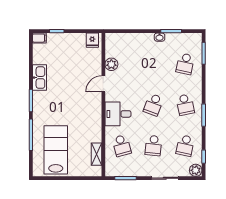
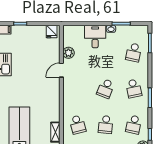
desk: (118, 114) -> (95, 37), moved, turned 90

